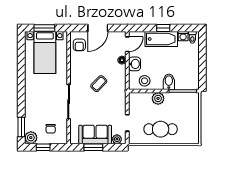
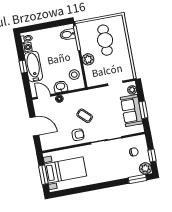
armchair: (79, 45) -> (78, 135), moved
bidet: (169, 82) -> (68, 34), moved
cafe table: (161, 129) -> (105, 40), moved

